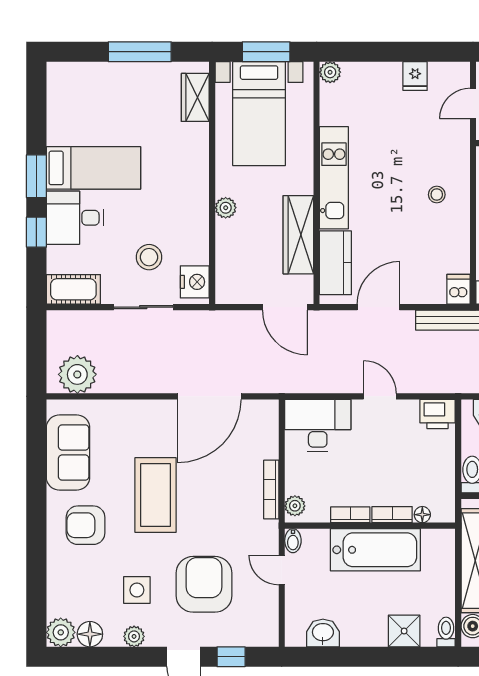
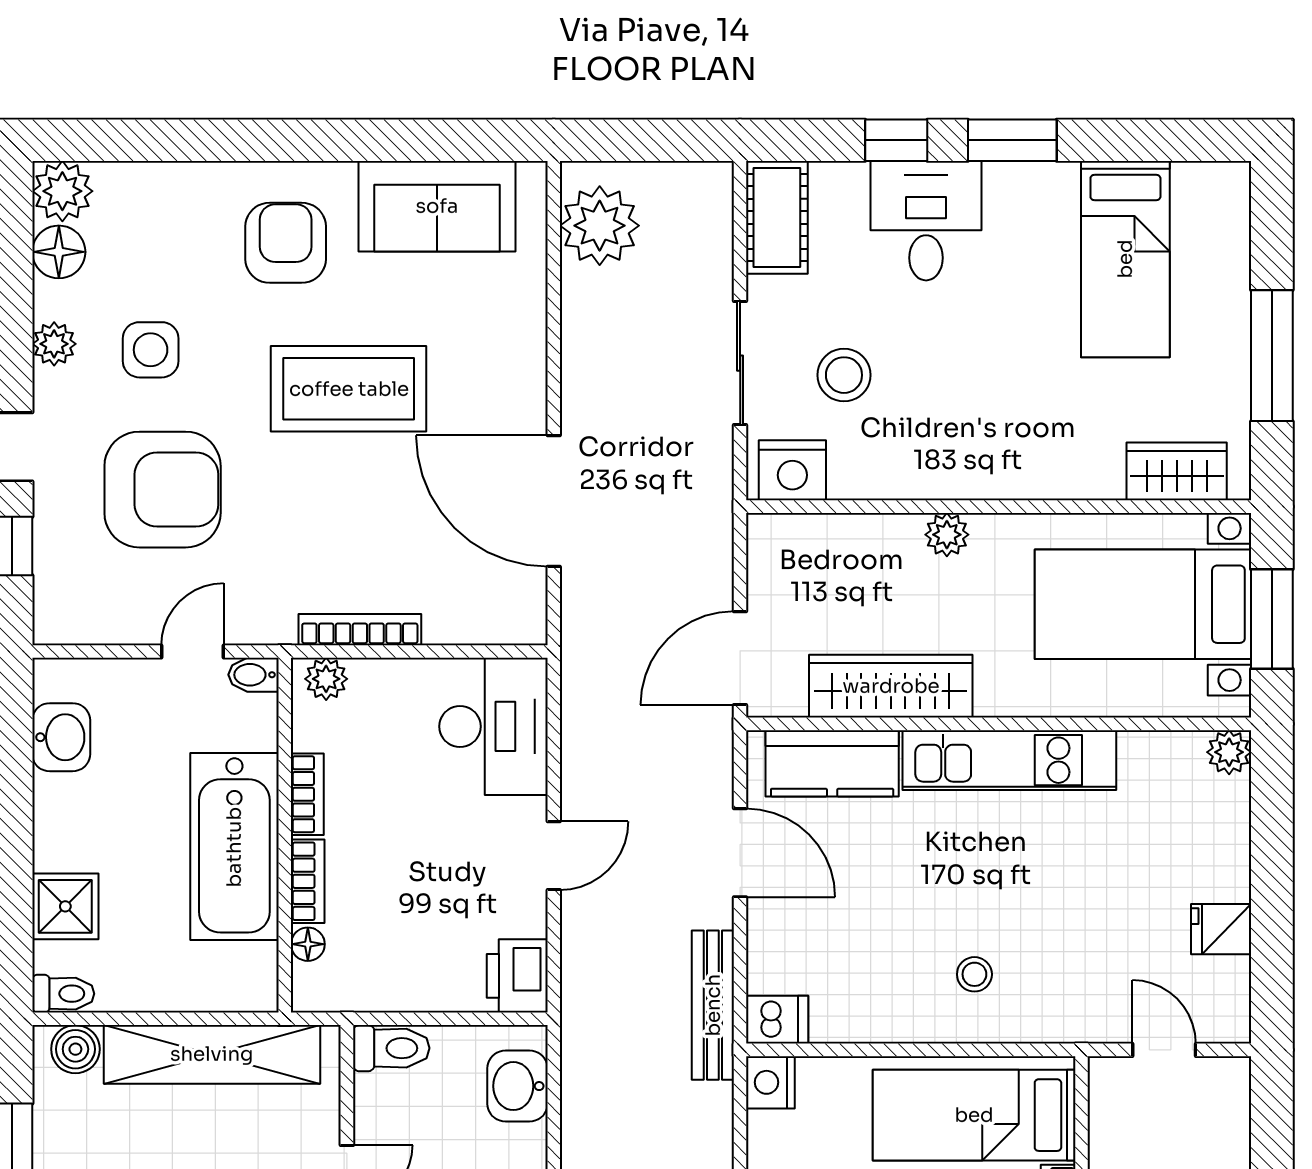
bed: (93, 168) -> (1125, 259), moved

